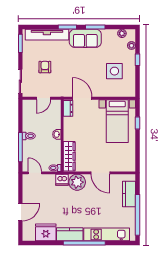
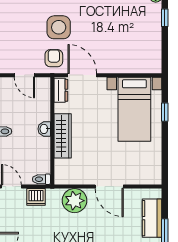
armchair: (45, 67) -> (54, 58), moved
side table: (114, 71) -> (59, 27), moved
door: (44, 98) -> (24, 75), hinge flipped
wardrobe: (69, 156) -> (63, 136), moved
dishwasher: (62, 180) -> (36, 197), moved

